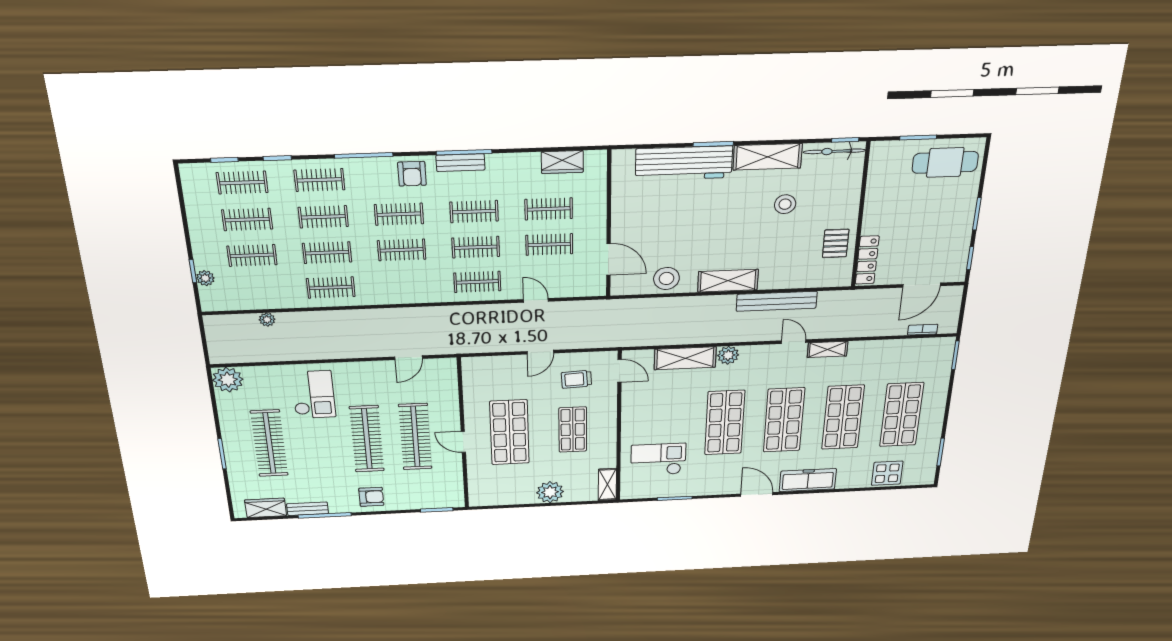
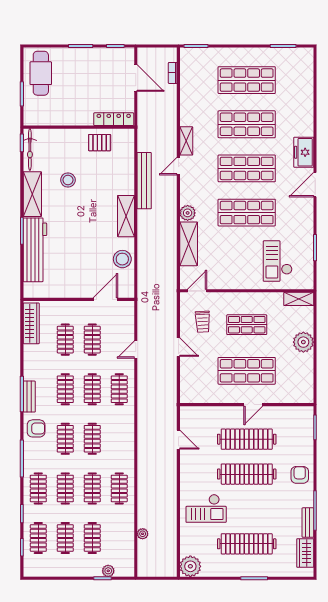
wardrobe: (562, 162) -> (31, 323), width x1.50
checkout: (313, 395) -> (206, 508), turned 180
display table: (887, 473) -> (301, 85), removed
freezer: (808, 480) -> (304, 152), width x0.71

